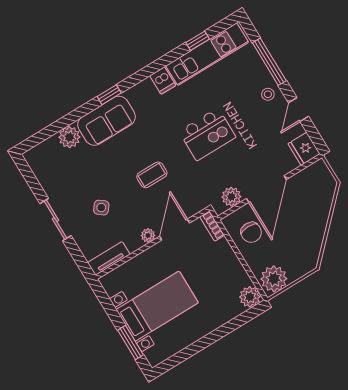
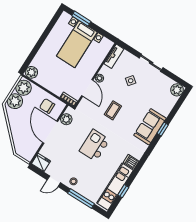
window: (109, 95) -> (163, 129), moved
door: (299, 110) -> (54, 181), swing flipped
plant: (69, 137) -> (177, 90), moved
plant: (298, 264) -> (15, 101), added

